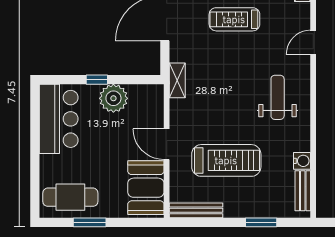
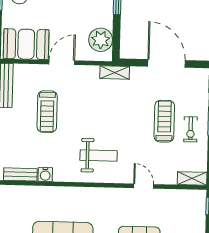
plant: (113, 98) -> (101, 40), moved
treadmill: (226, 160) -> (47, 112), width x0.73, depth x0.73

